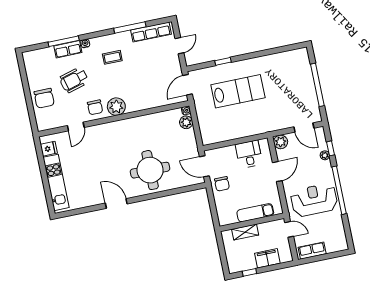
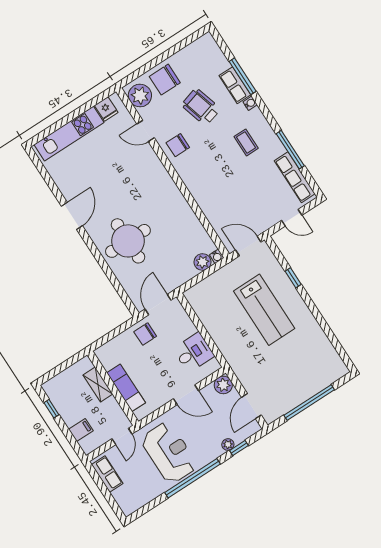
plant: (116, 107) -> (140, 96), moved
filing cabinet: (267, 258) -> (81, 430), width x0.50

